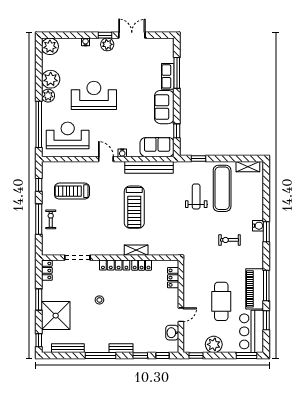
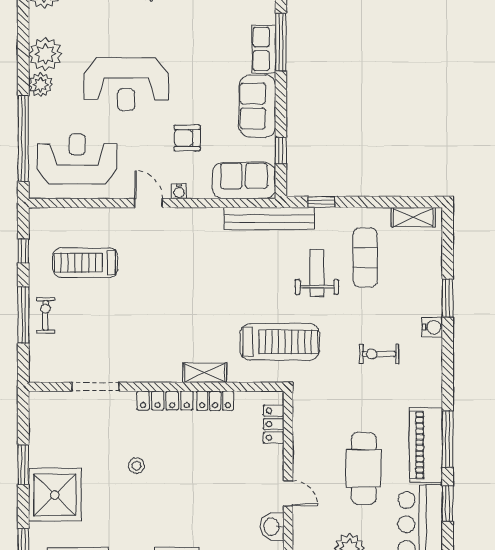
reception desk: (94, 95) -> (126, 84), turned 180
armchair: (127, 124) -> (187, 138), added
bench: (149, 167) -> (269, 218), moved
exercise mat: (222, 188) -> (365, 257), width x0.73, depth x0.69
treadmill: (134, 207) -> (280, 342), moved, turned -90
window: (266, 232) -> (448, 298), moved
locker: (47, 270) -> (38, 411), removed
door: (181, 315) -> (288, 493), hinge flipped

